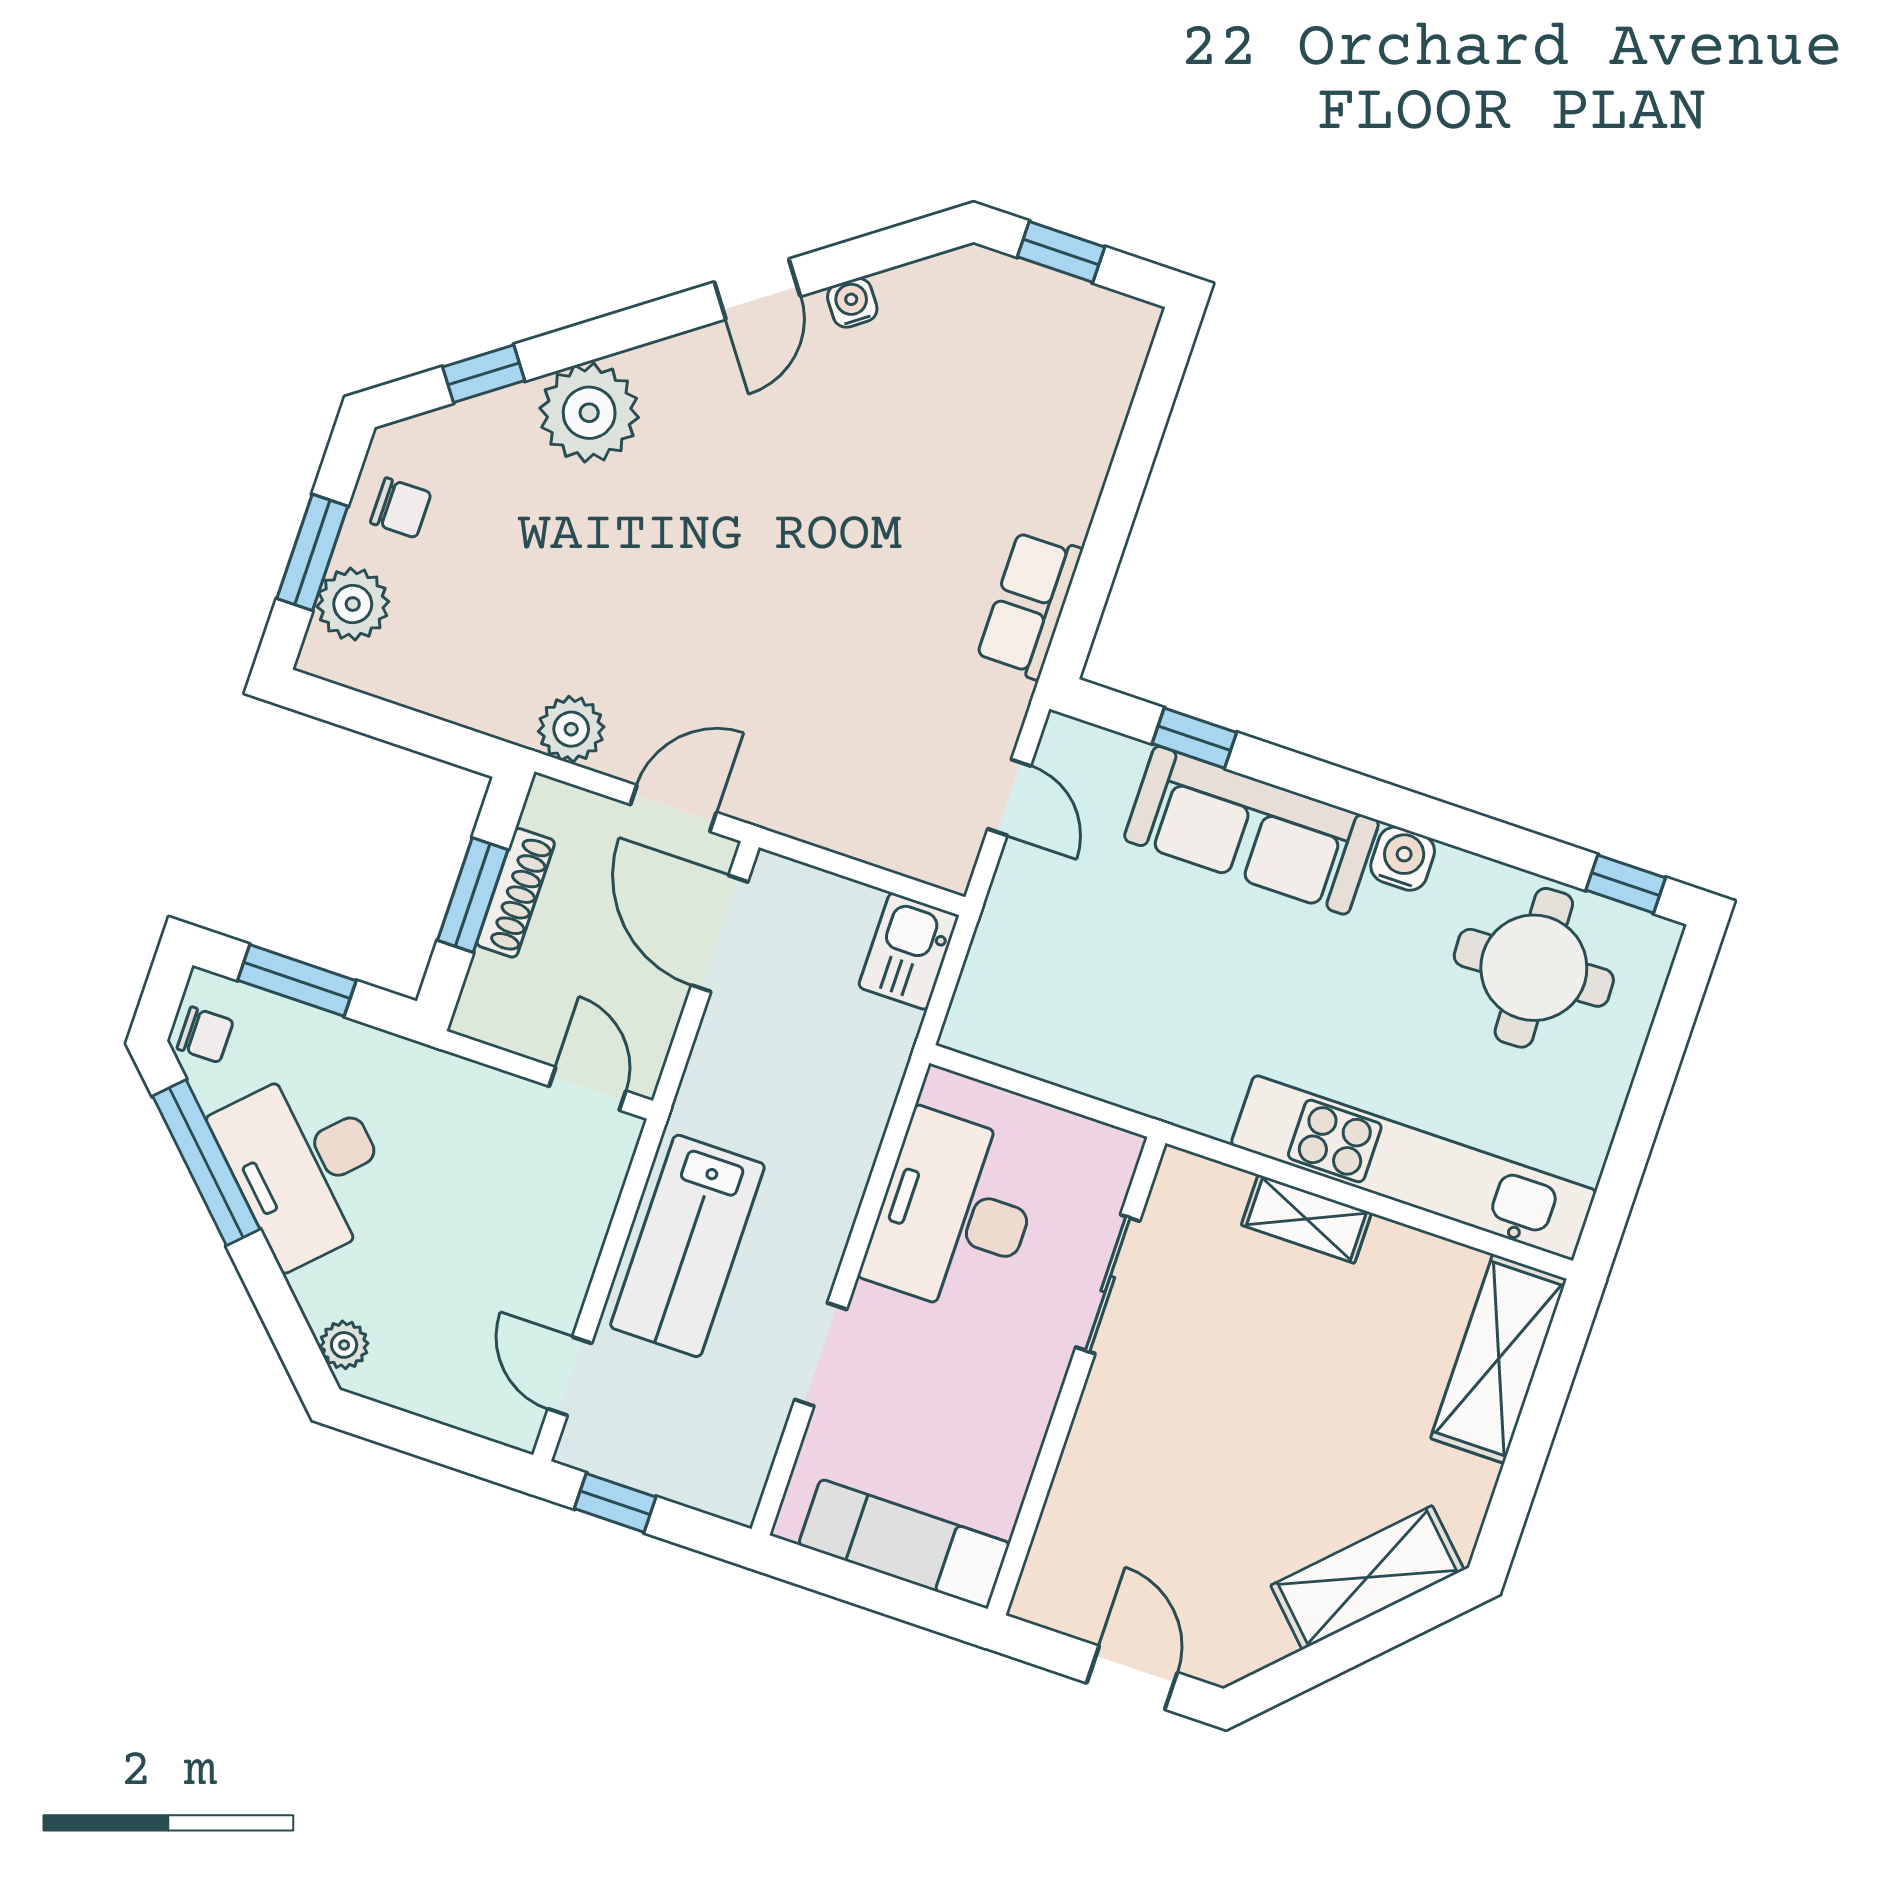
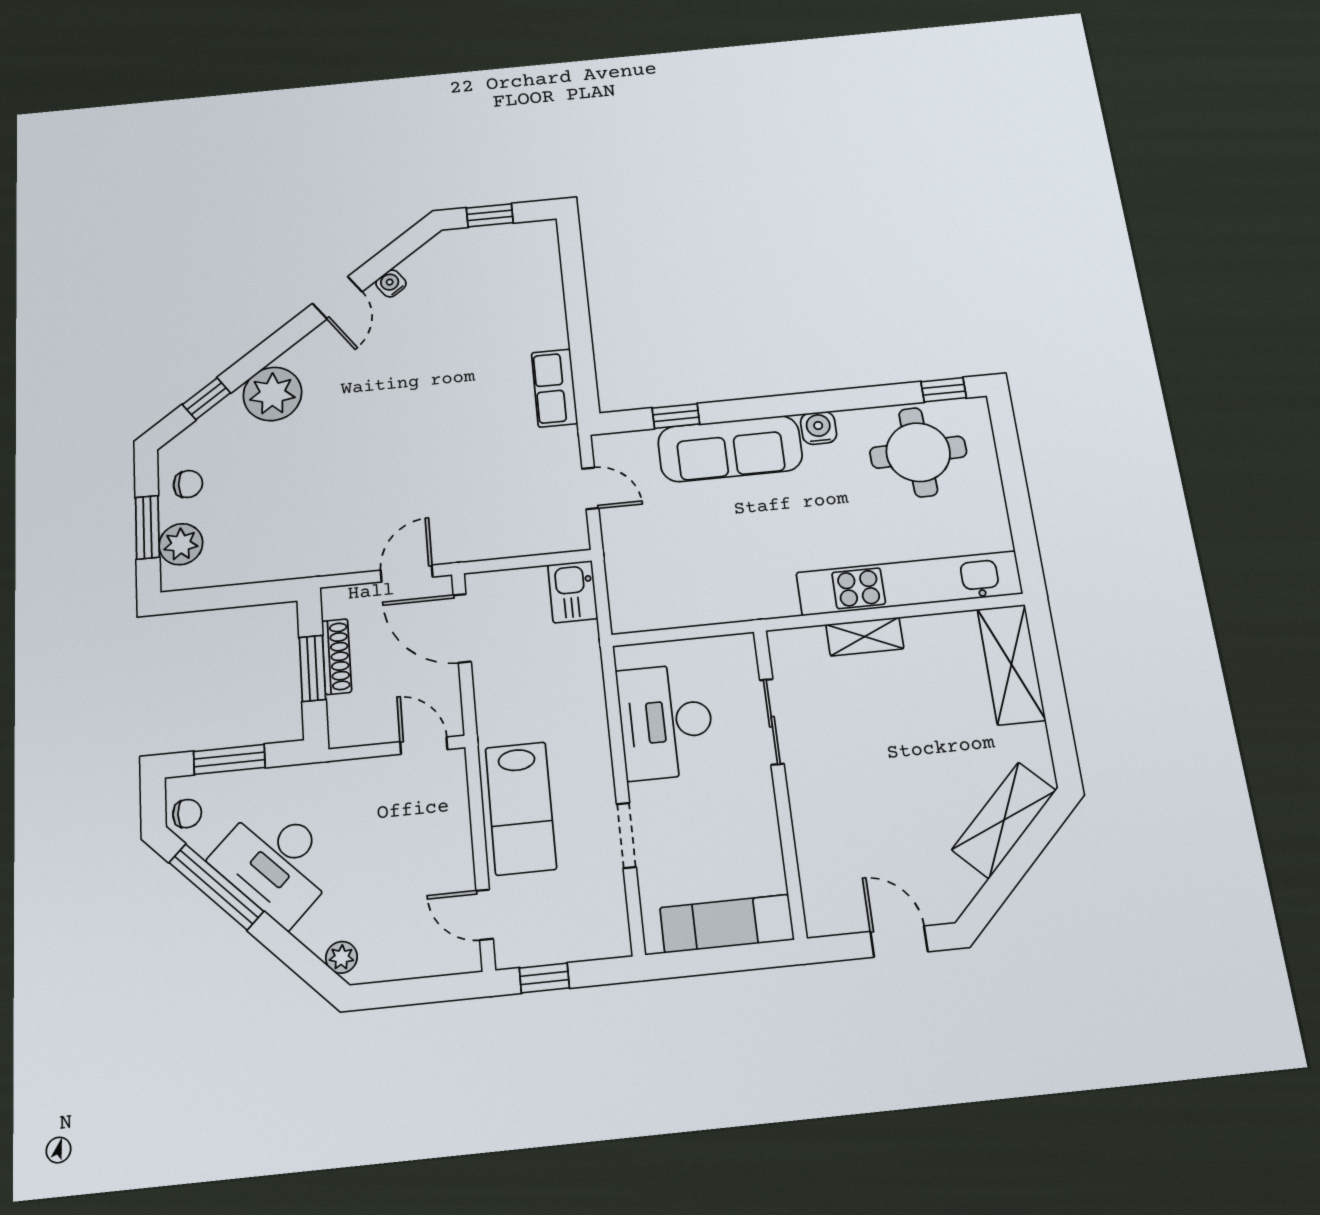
plant: (571, 729) -> (331, 557), removed

